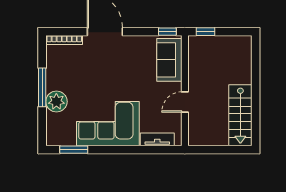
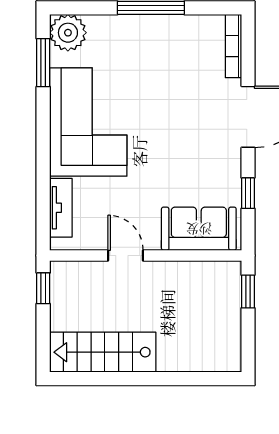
window: (167, 32) -> (248, 193), moved
plant: (56, 102) -> (68, 33), moved
window: (204, 150) -> (43, 288), added

